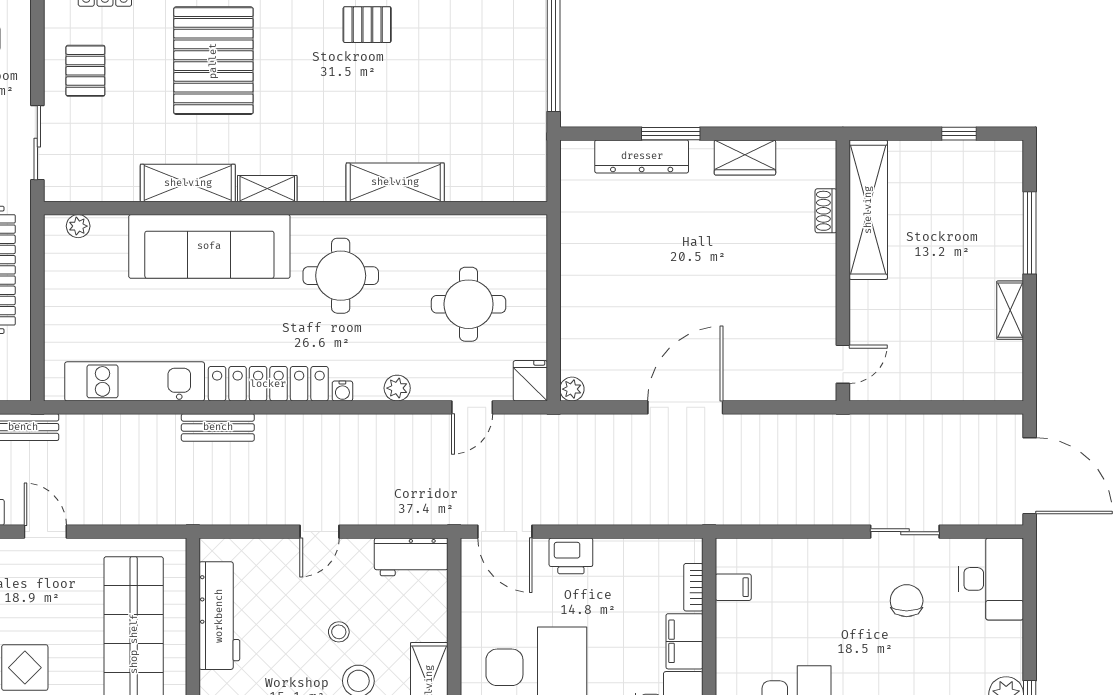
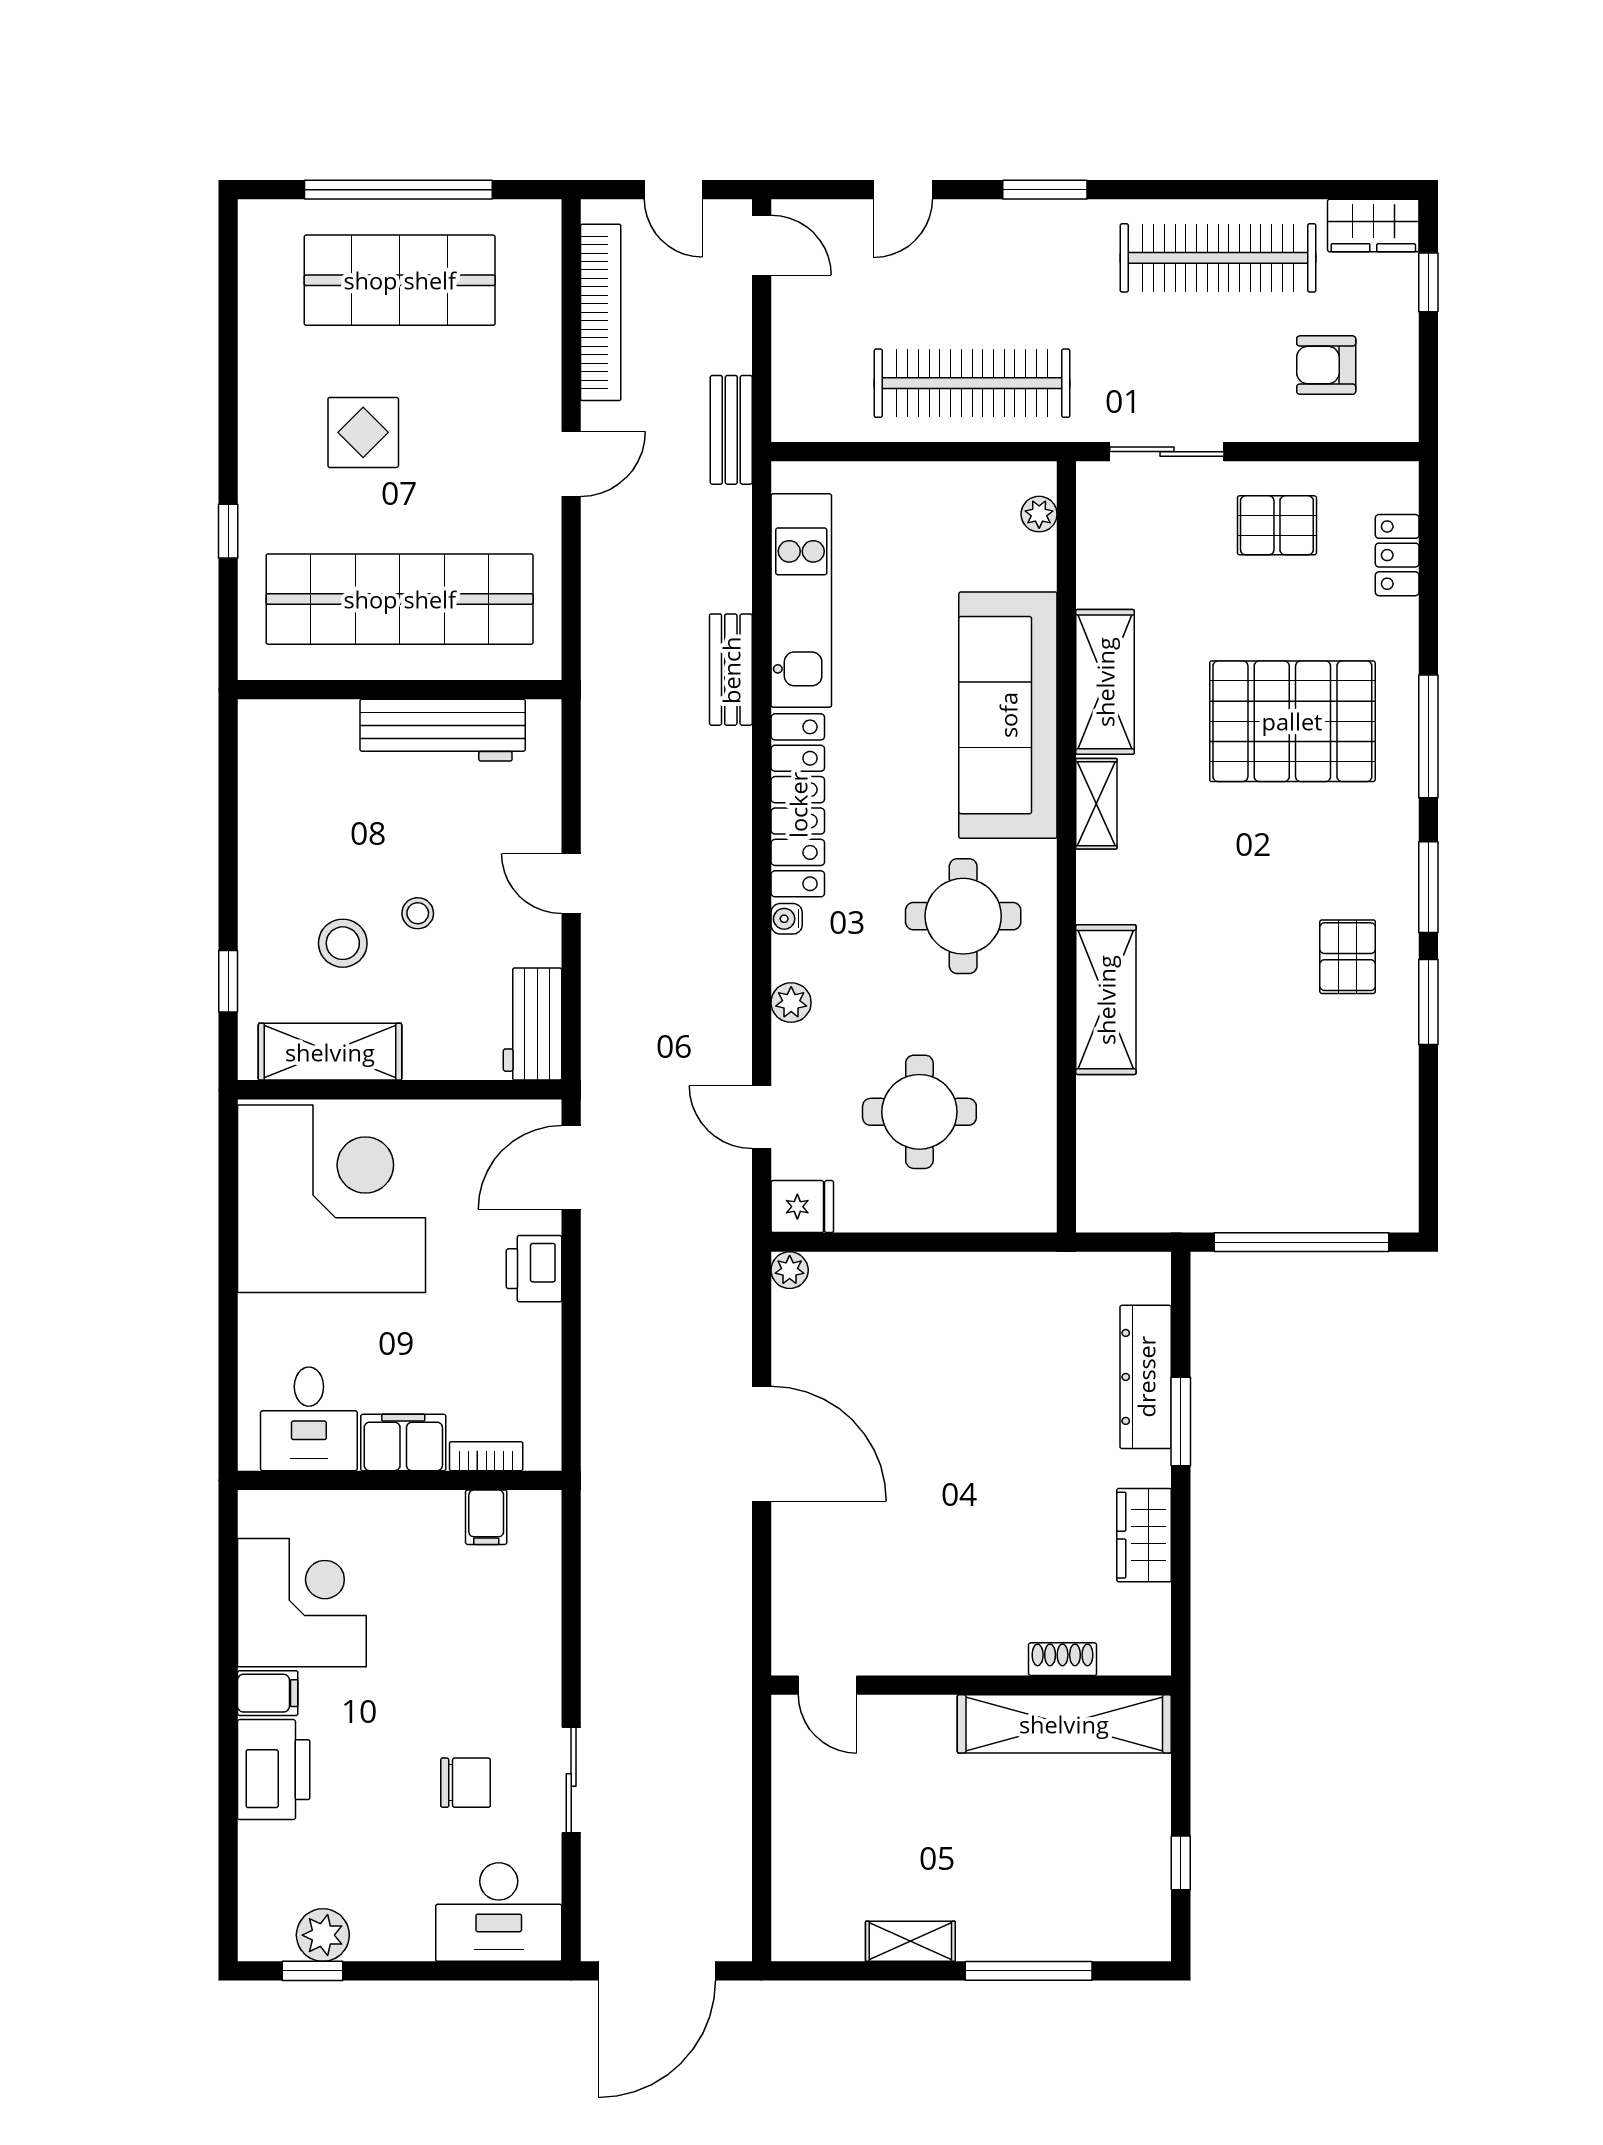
bench: (218, 427) -> (731, 670), moved

